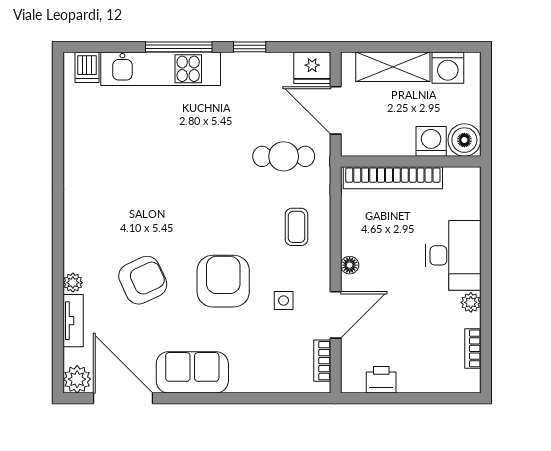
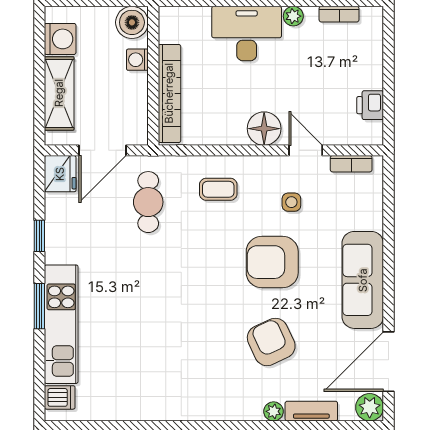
window: (179, 47) -> (39, 306), width x0.69
washing machine: (431, 141) -> (137, 60), width x0.73, depth x0.73
floor lamp: (350, 265) -> (264, 129), width x1.89, depth x1.89
door: (336, 315) -> (306, 150), width x0.73
sofa: (192, 372) -> (363, 280), width x1.36

